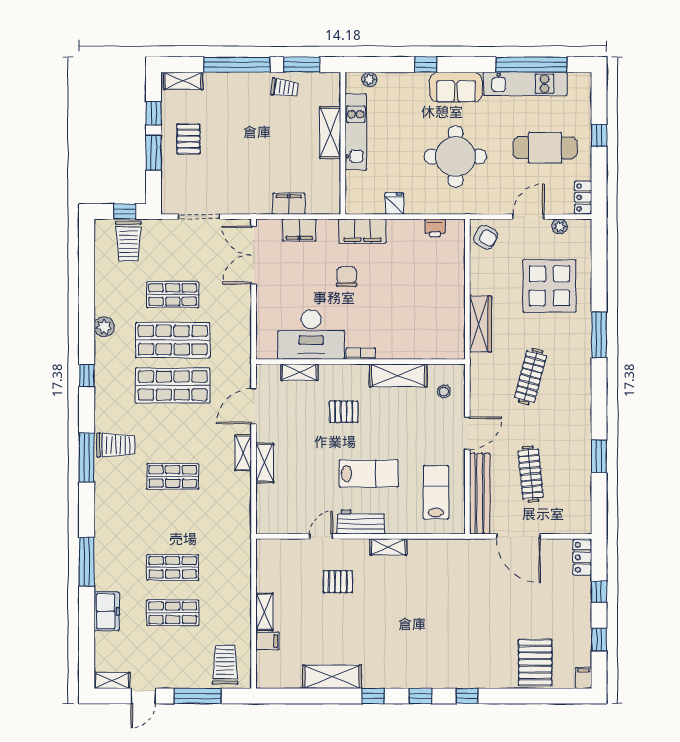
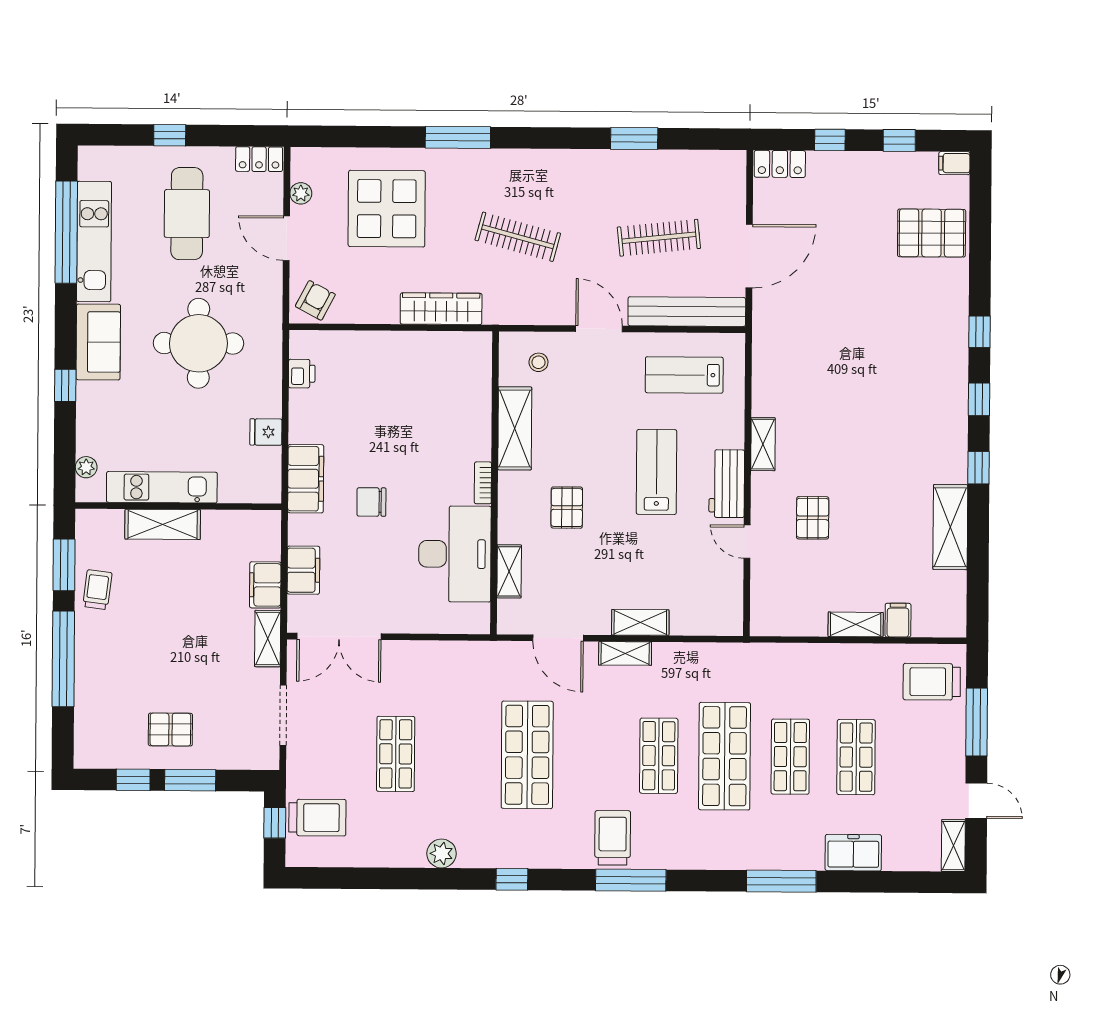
shelving: (183, 81) -> (268, 639), moved
shop shelf: (173, 340) -> (725, 756), moved

